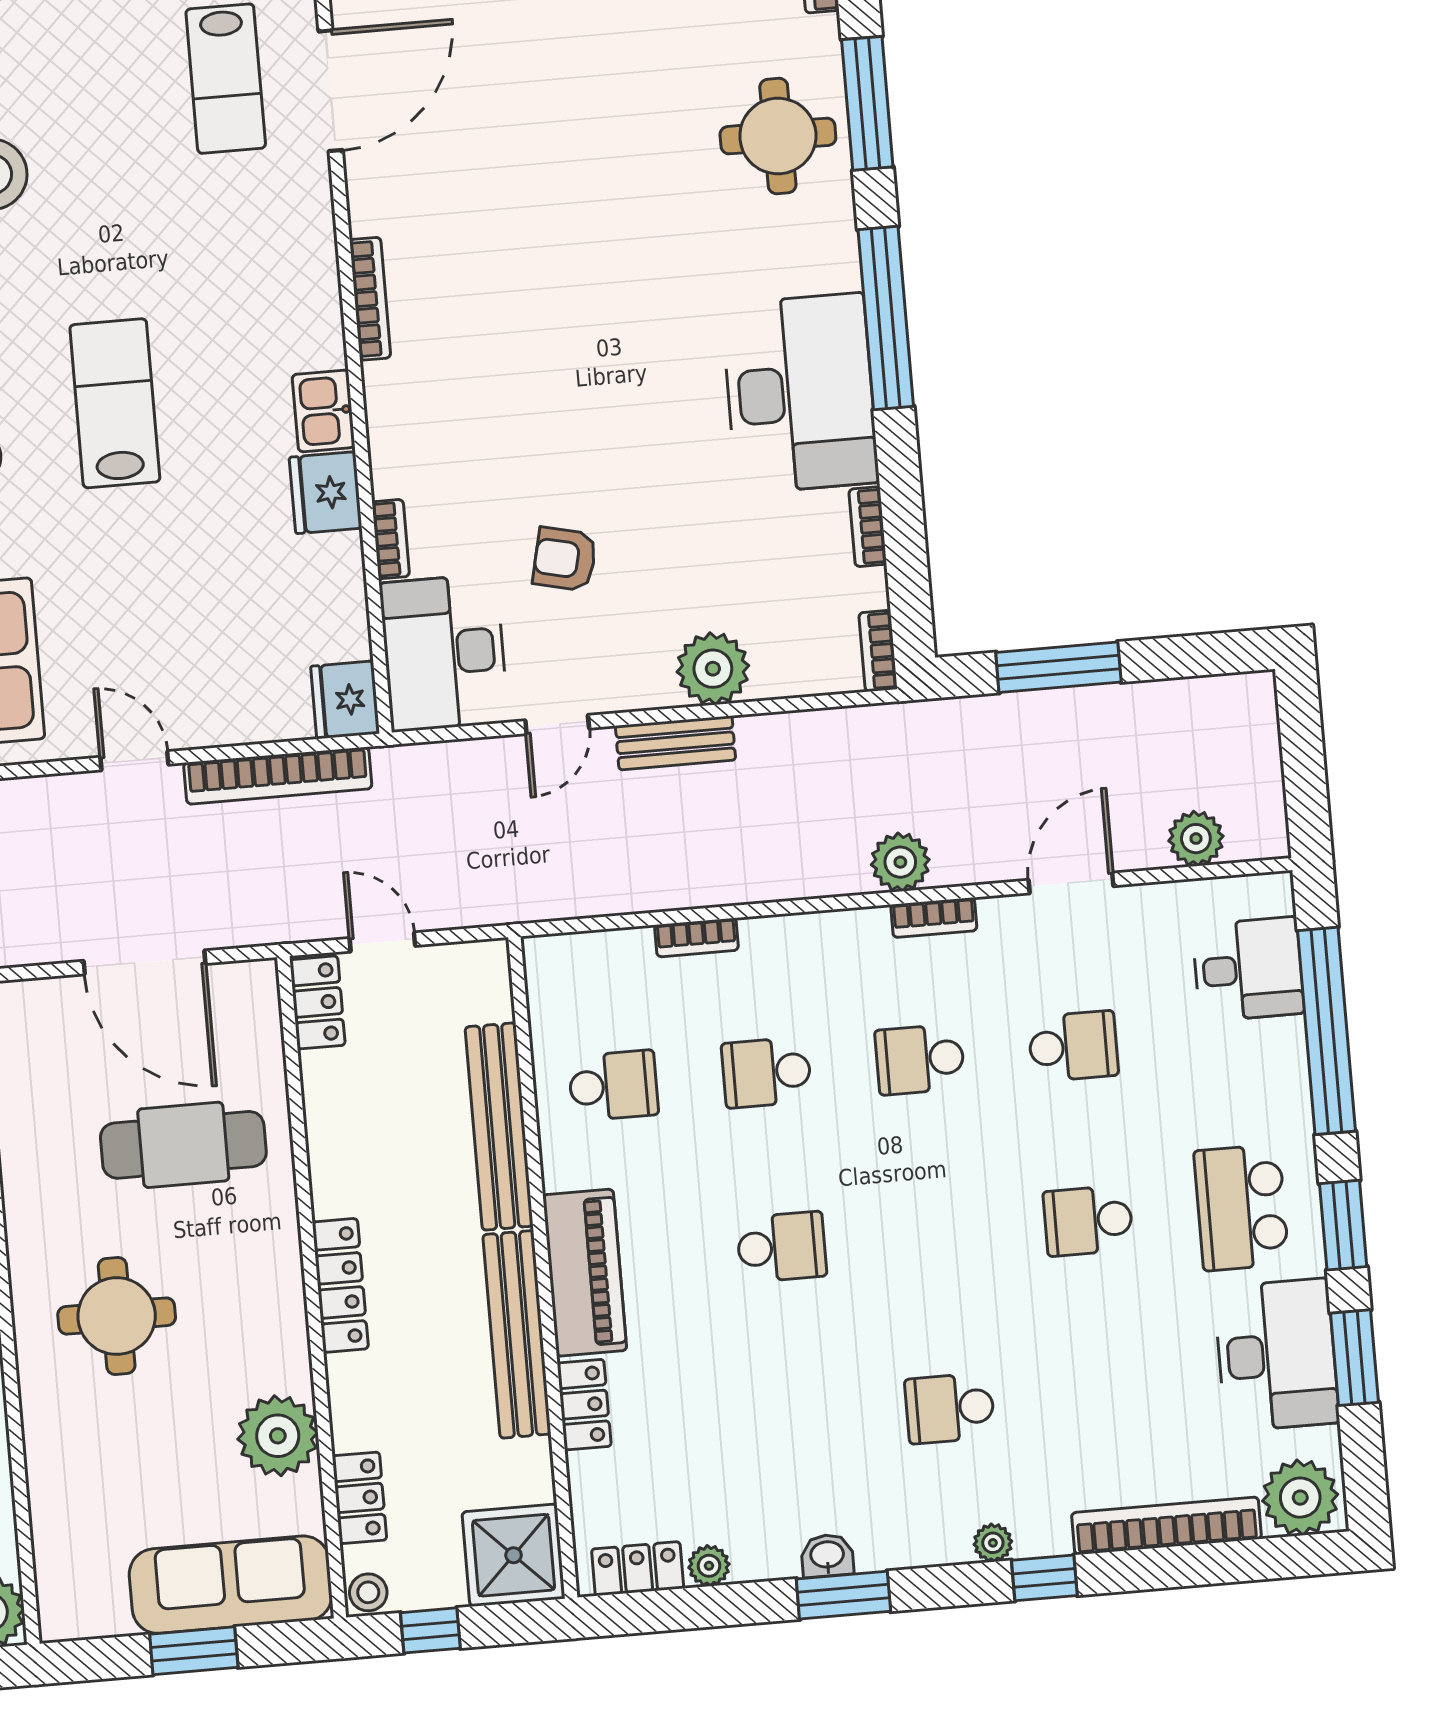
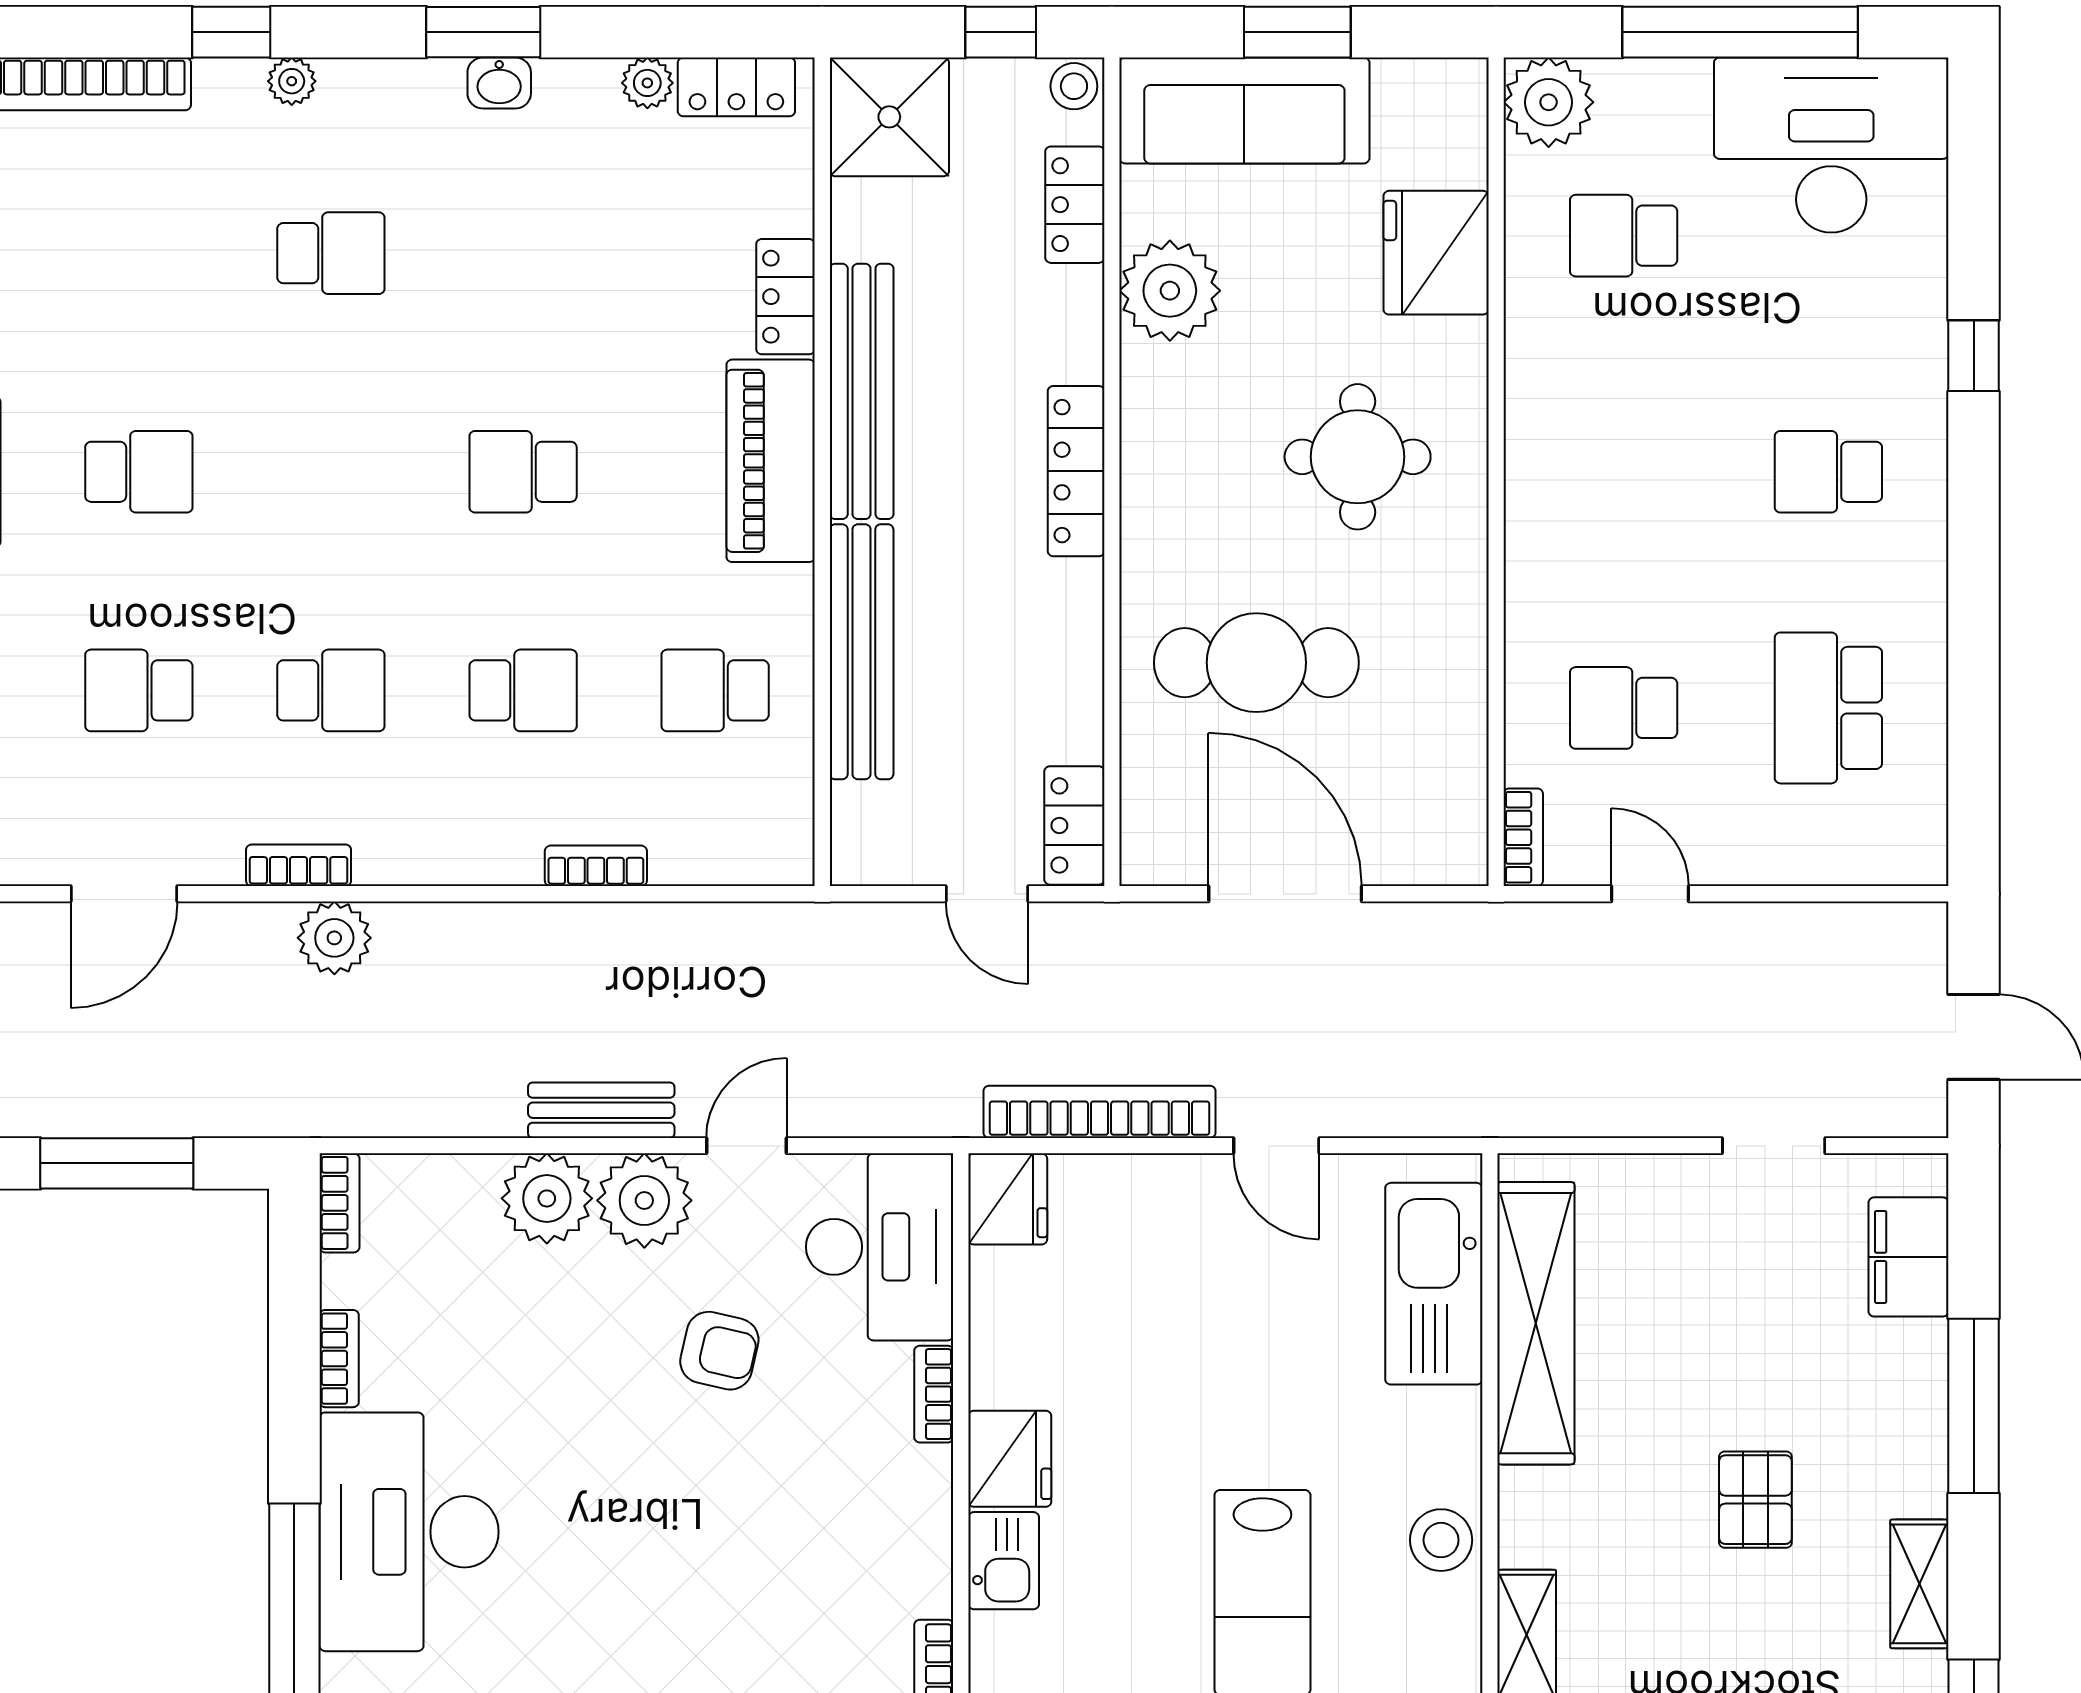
plant: (635, 674) -> (644, 1200), added
fridge: (68, 1484) -> (1436, 253), added

